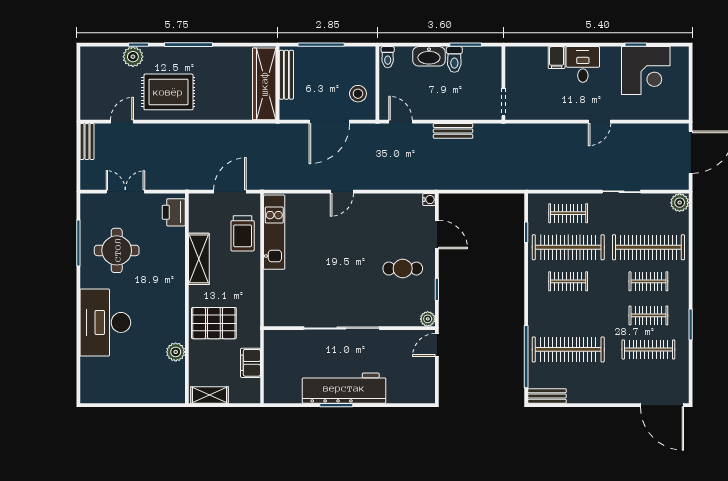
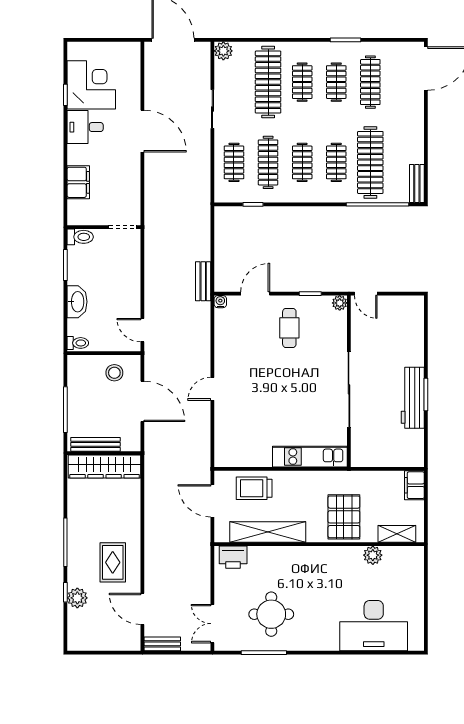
filing cabinet: (557, 58) -> (78, 182), width x2.00
toilet: (454, 59) -> (80, 237), moved
desk: (583, 64) -> (85, 127), moved
rug: (168, 92) -> (113, 562), width x0.73, depth x0.70
door: (122, 122) -> (142, 609), width x1.38
door: (401, 122) -> (142, 330), hinge flipped
door: (599, 122) -> (142, 131), width x1.88
bench: (453, 131) -> (203, 281), moved
double door: (125, 192) -> (212, 624), moved
door: (342, 192) -> (212, 389), swing flipped
kitchen unit: (274, 232) -> (310, 457), moved
trolley: (243, 233) -> (254, 488), turned 180
clothes rail: (568, 247) -> (268, 162), width x0.73, depth x0.76
shelving: (199, 259) -> (268, 532), width x1.47
clothes rail: (568, 315) -> (336, 162), added
desk: (105, 322) -> (374, 626), moved
filing cabinet: (250, 363) -> (414, 485), moved, turned 90
workbench: (344, 388) -> (413, 398), width x0.73, depth x0.76
shelving: (210, 395) -> (397, 534), moved, turned 90

